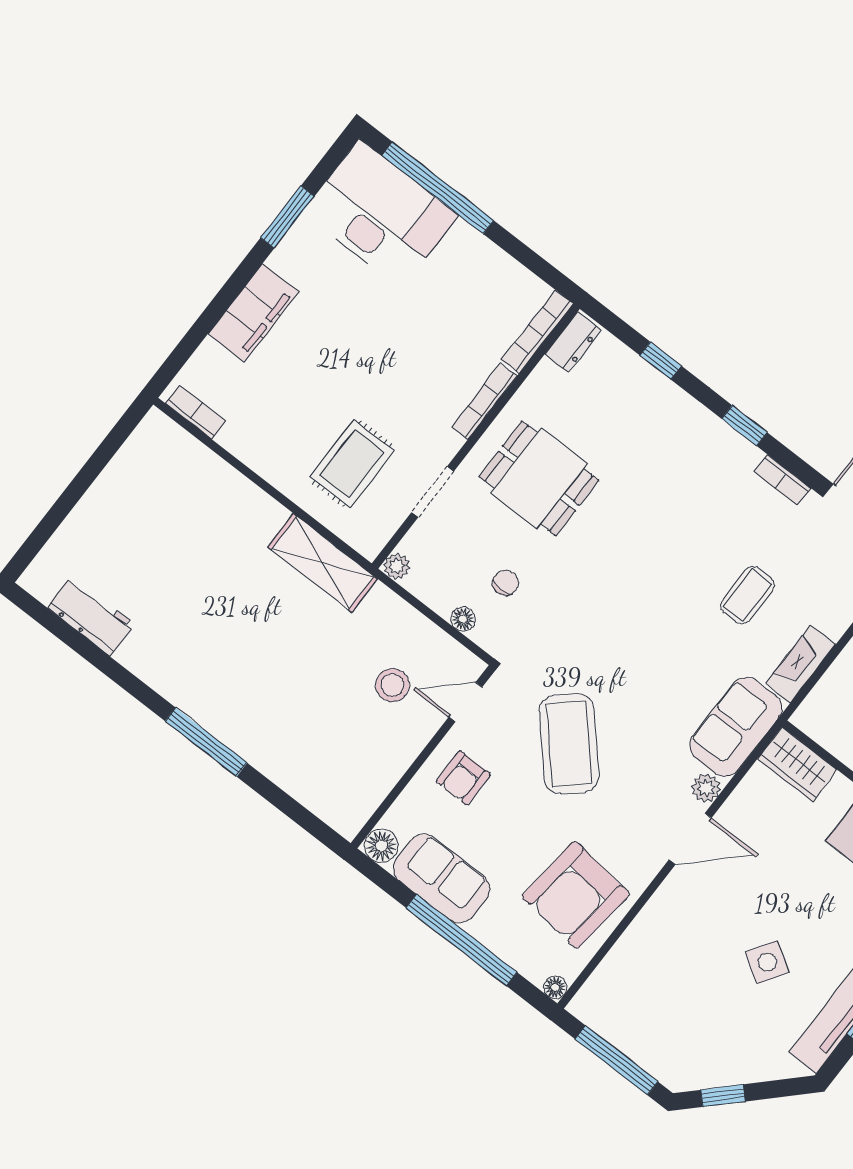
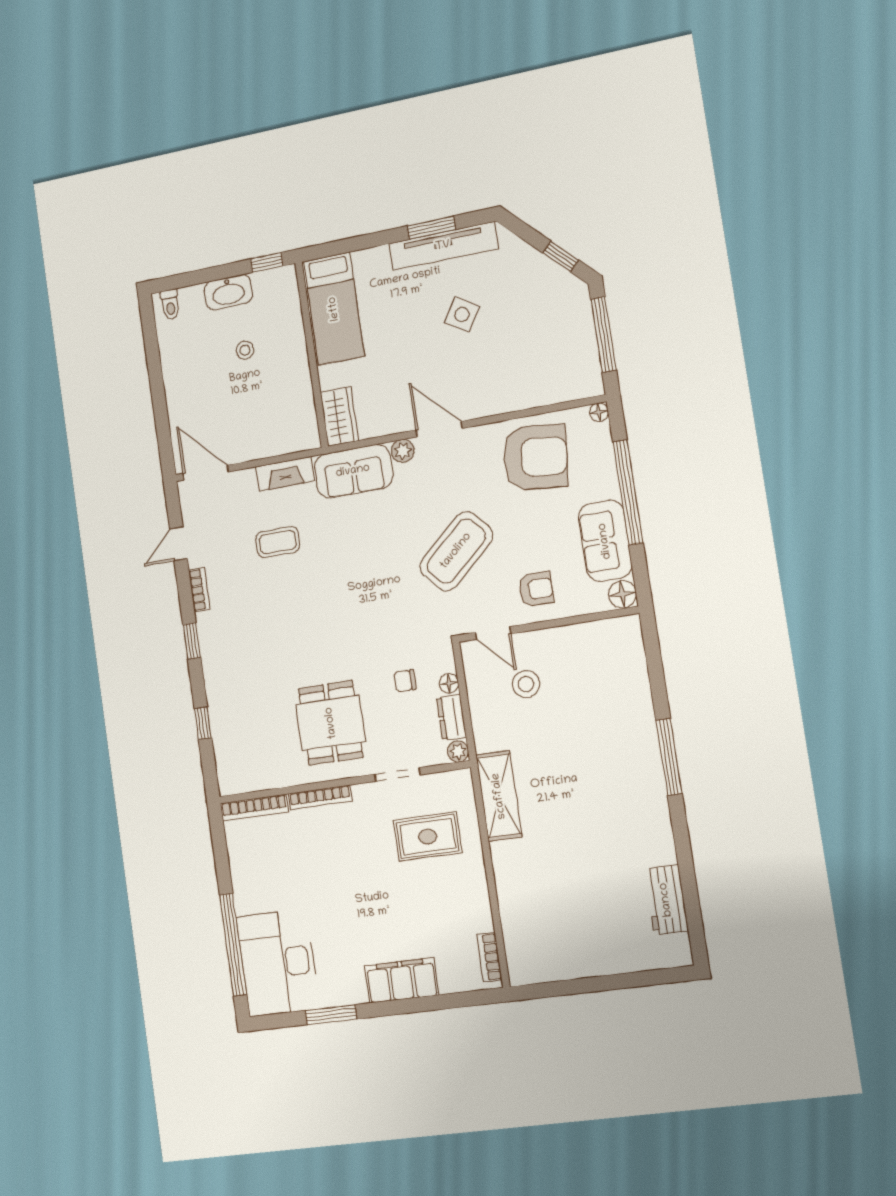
dresser: (573, 342) -> (451, 717), moved, turned -90

